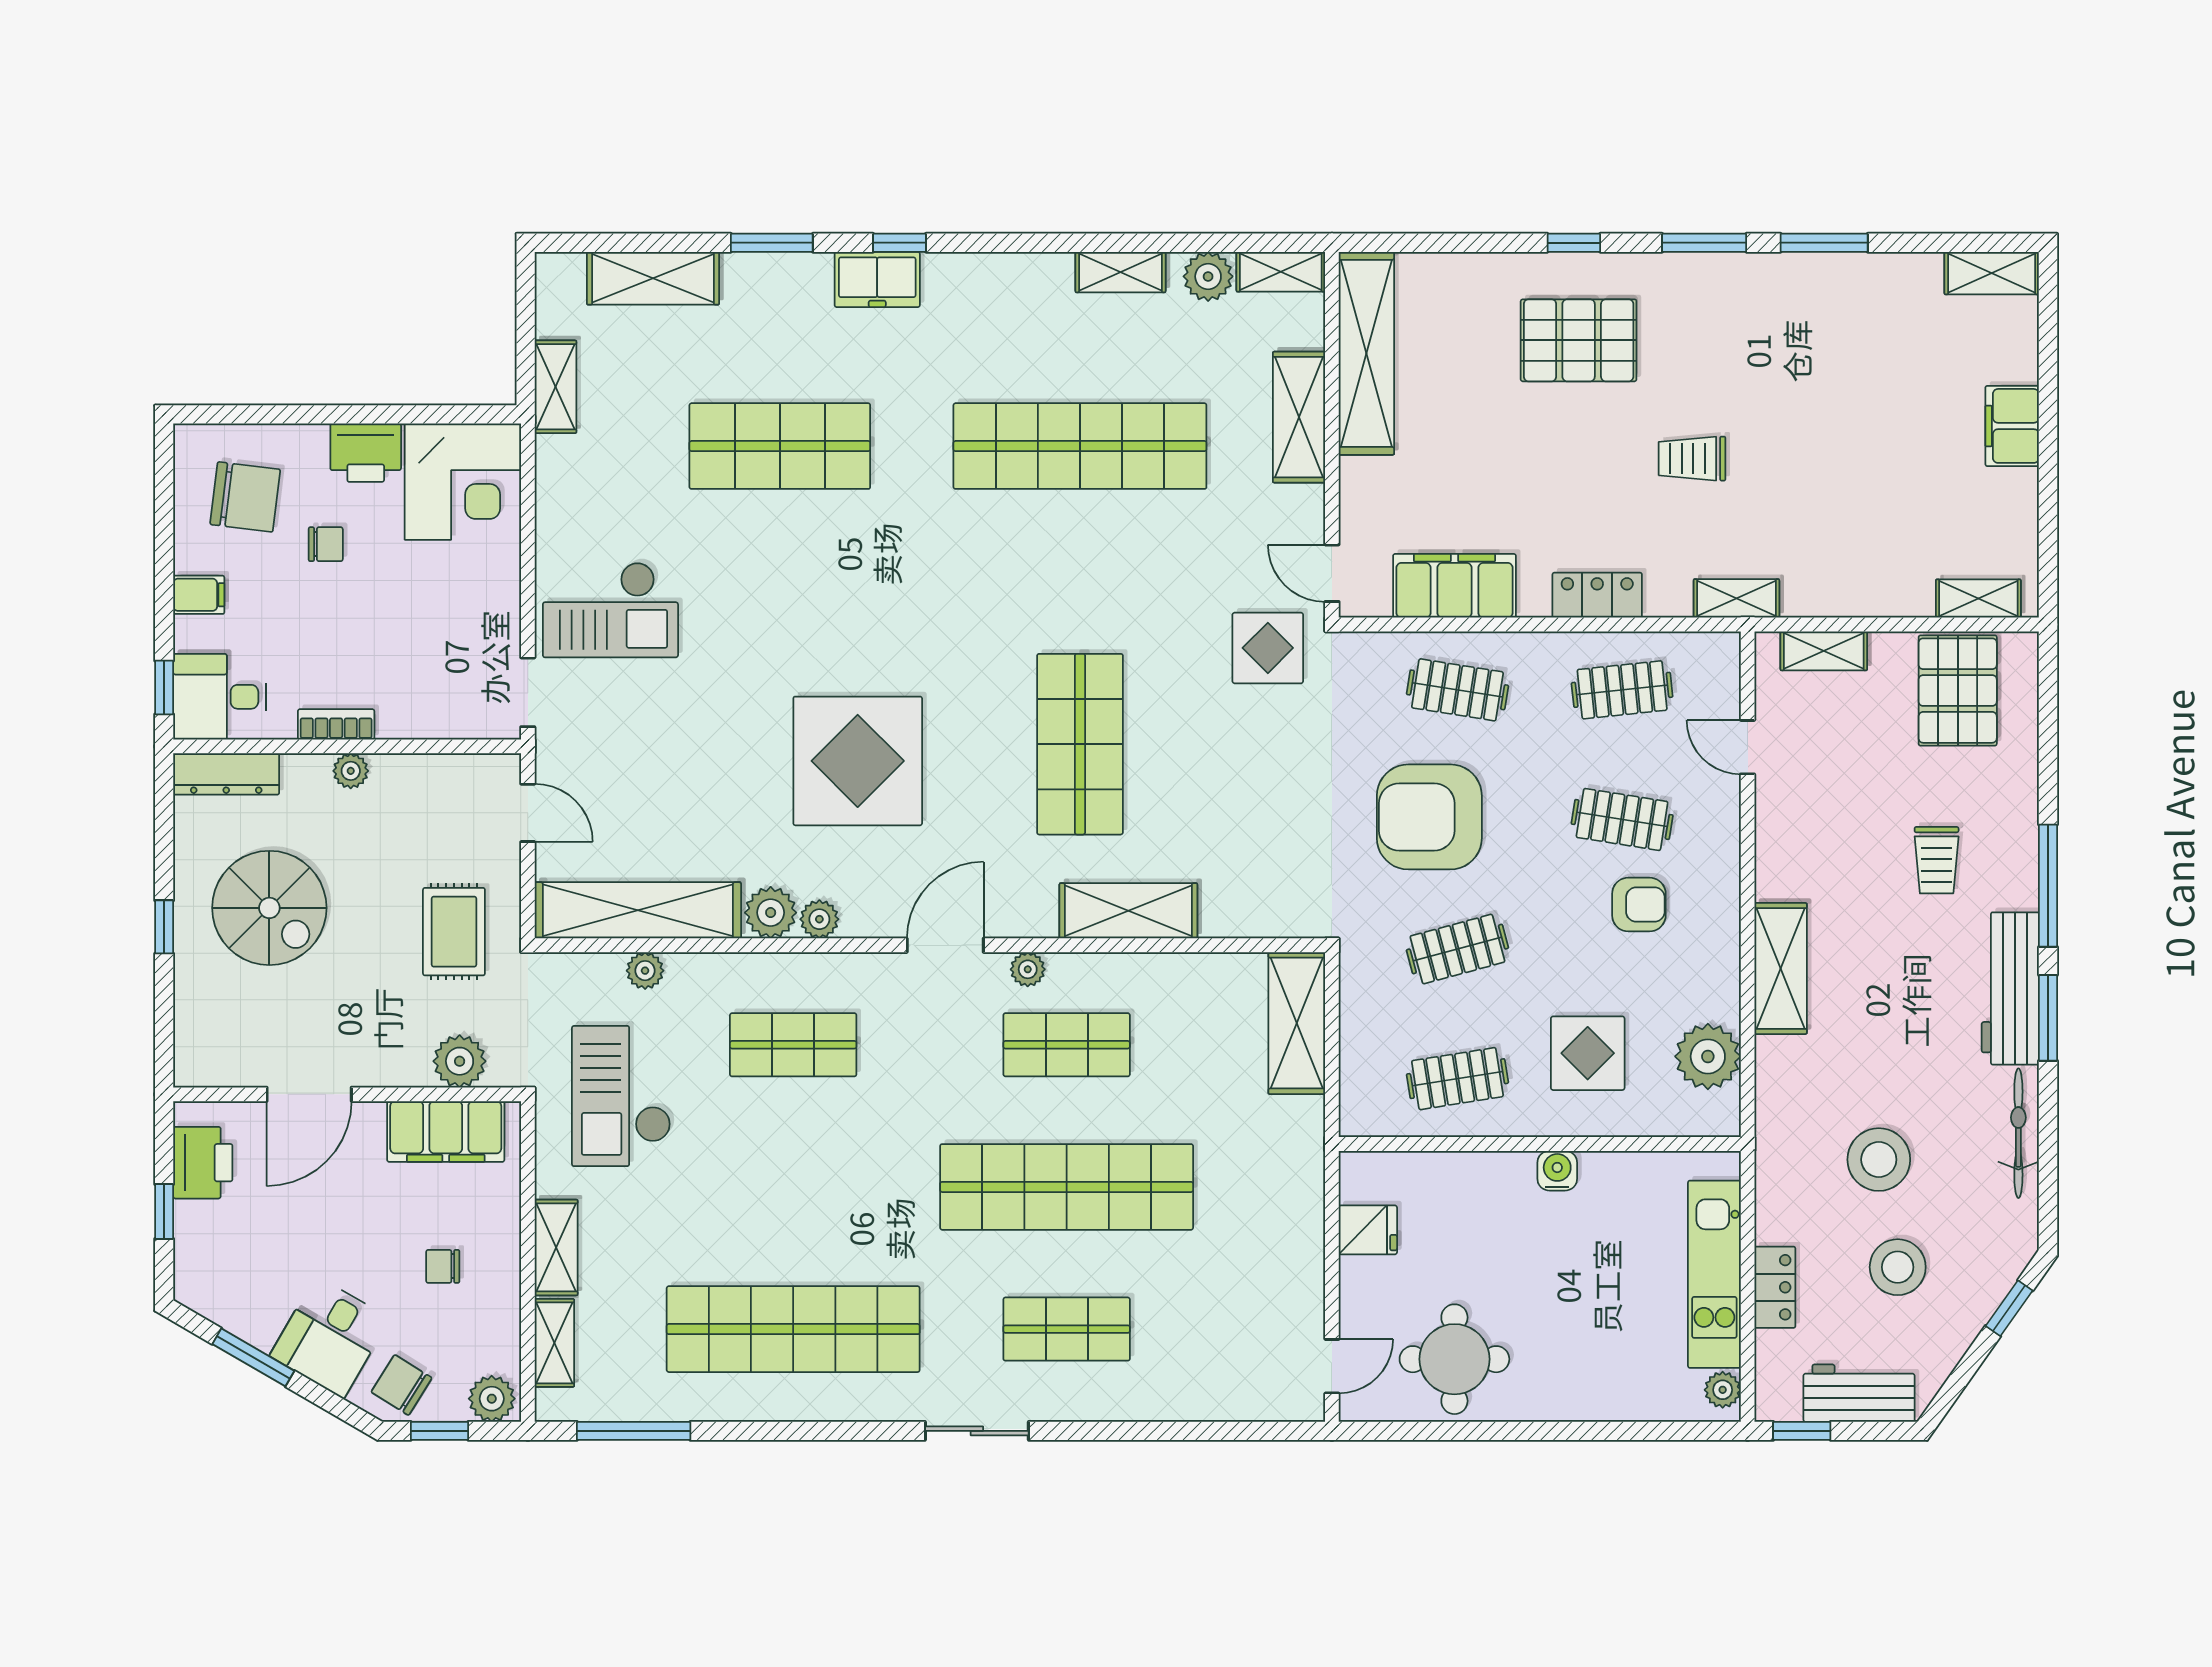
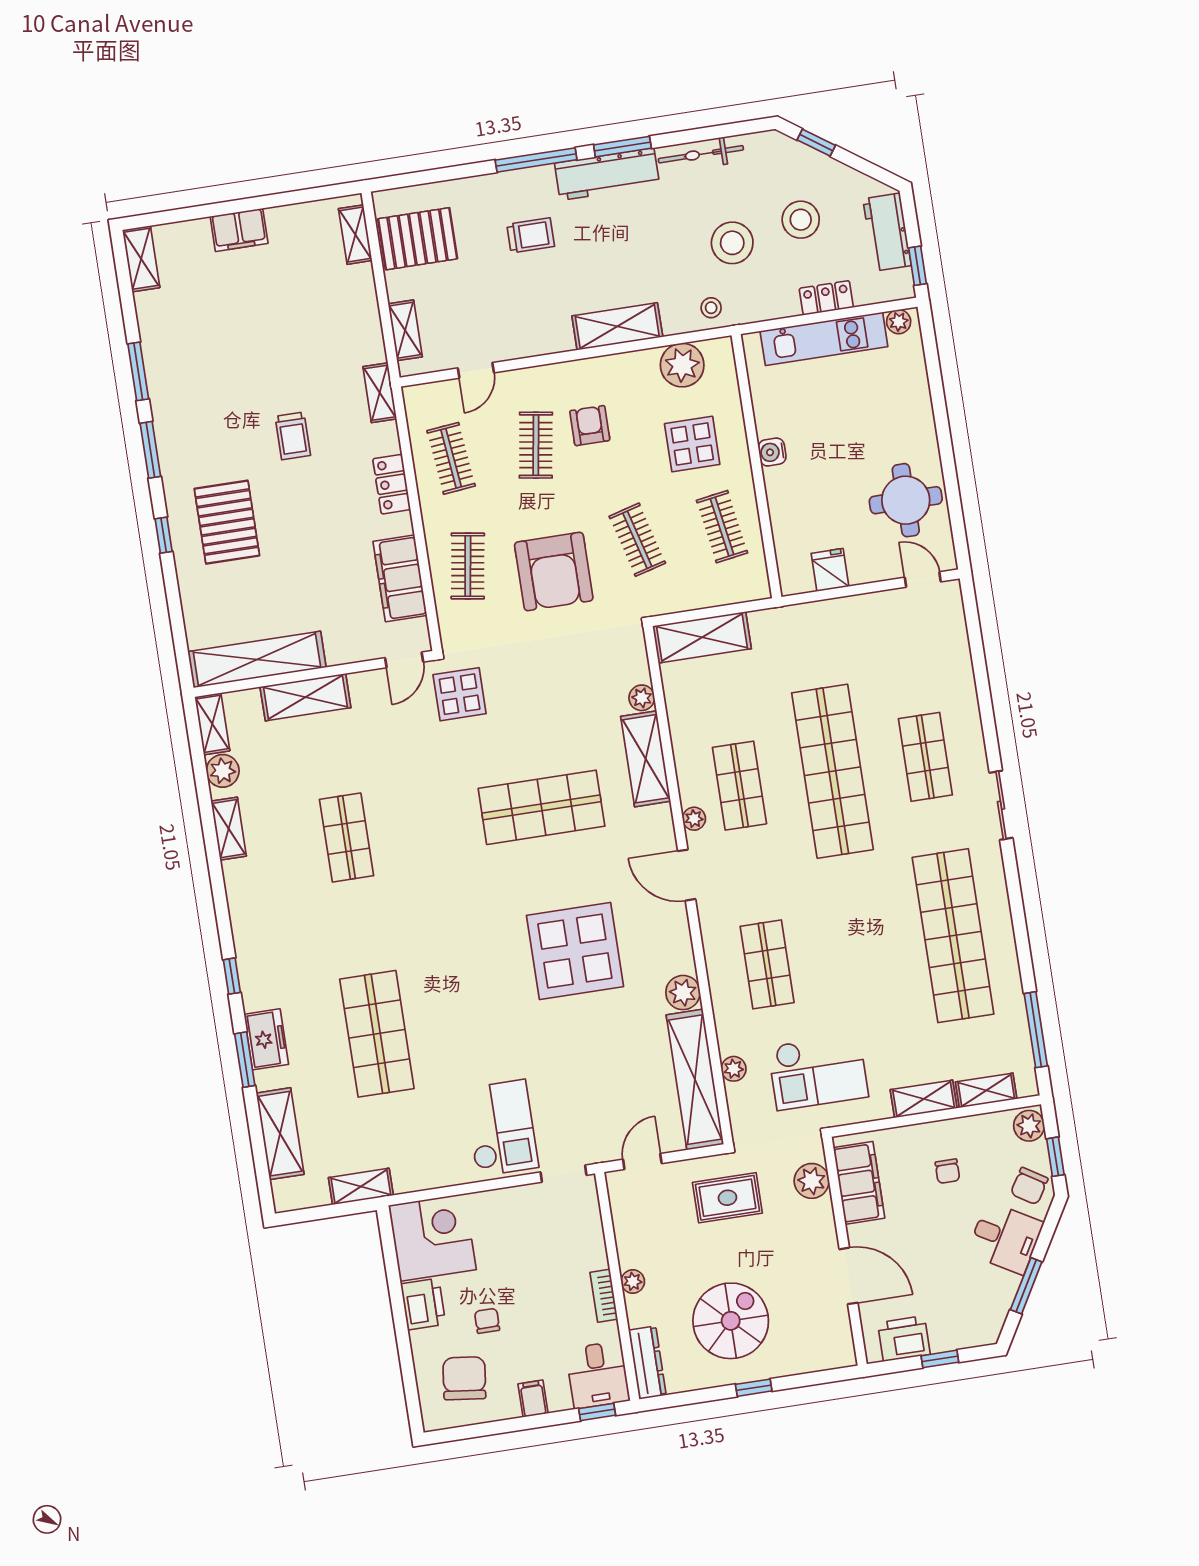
freezer: (877, 279) -> (266, 1039), moved
shop shelf: (1080, 446) -> (347, 837), width x0.50, depth x0.74
plant: (819, 919) -> (642, 698), moved
stool: (1787, 1113) -> (711, 308), added

